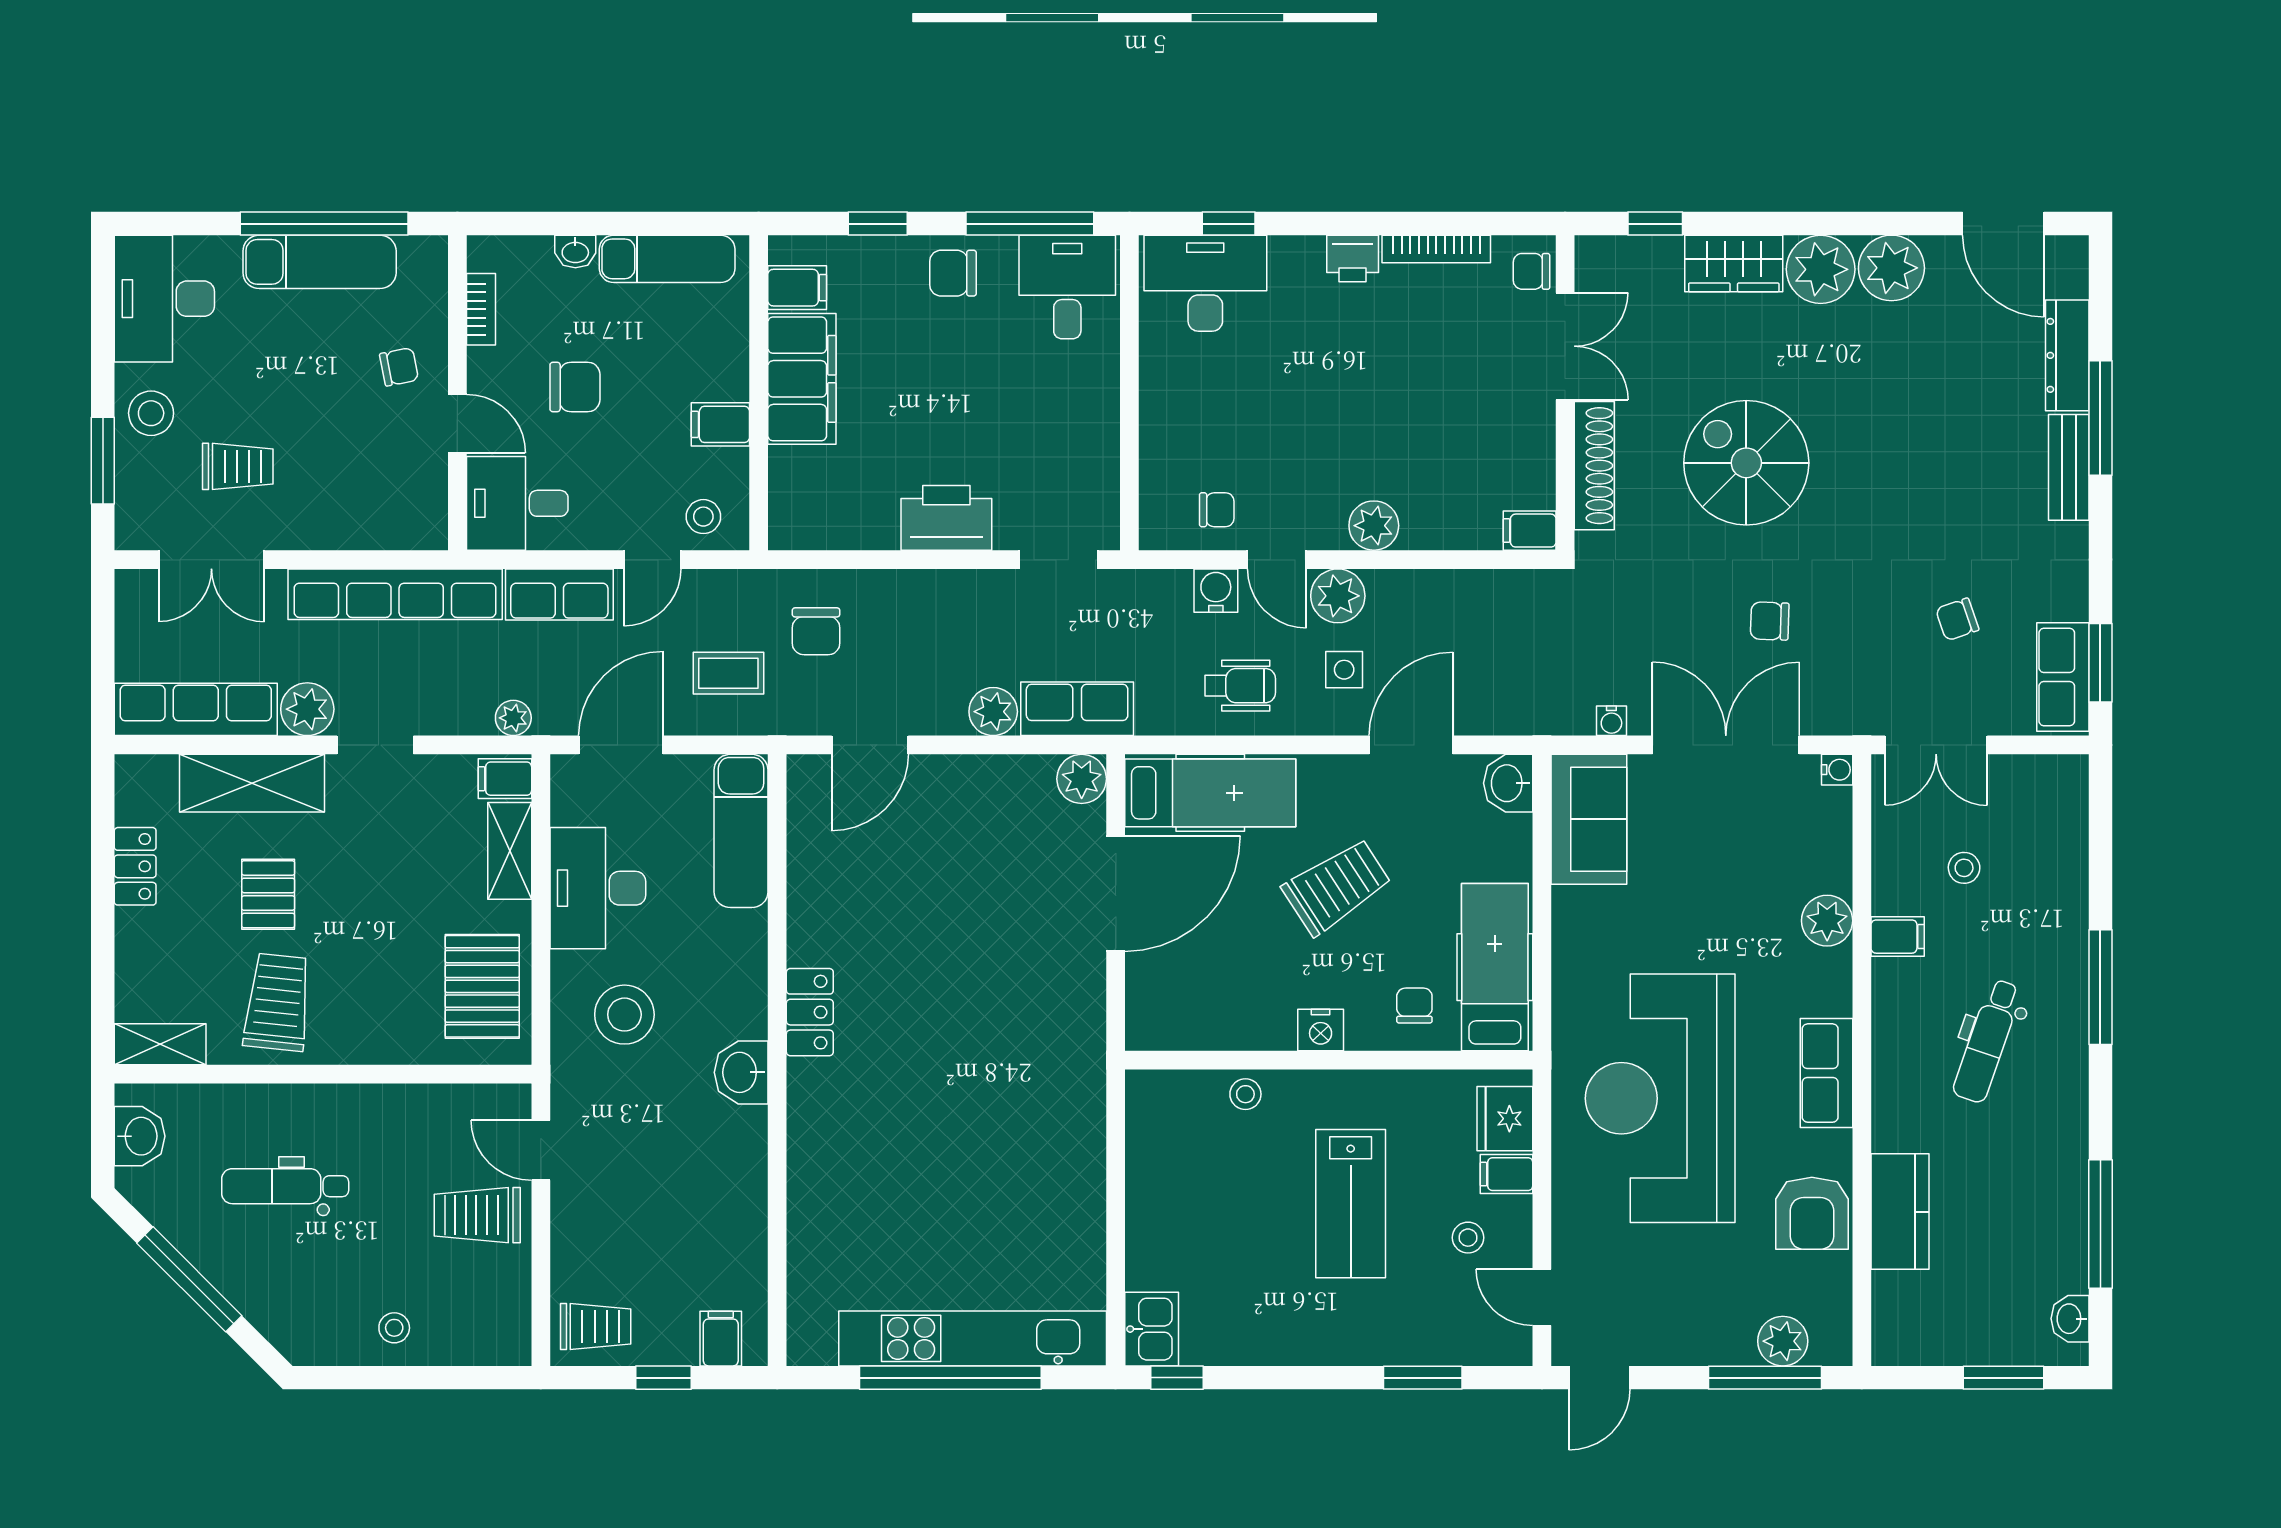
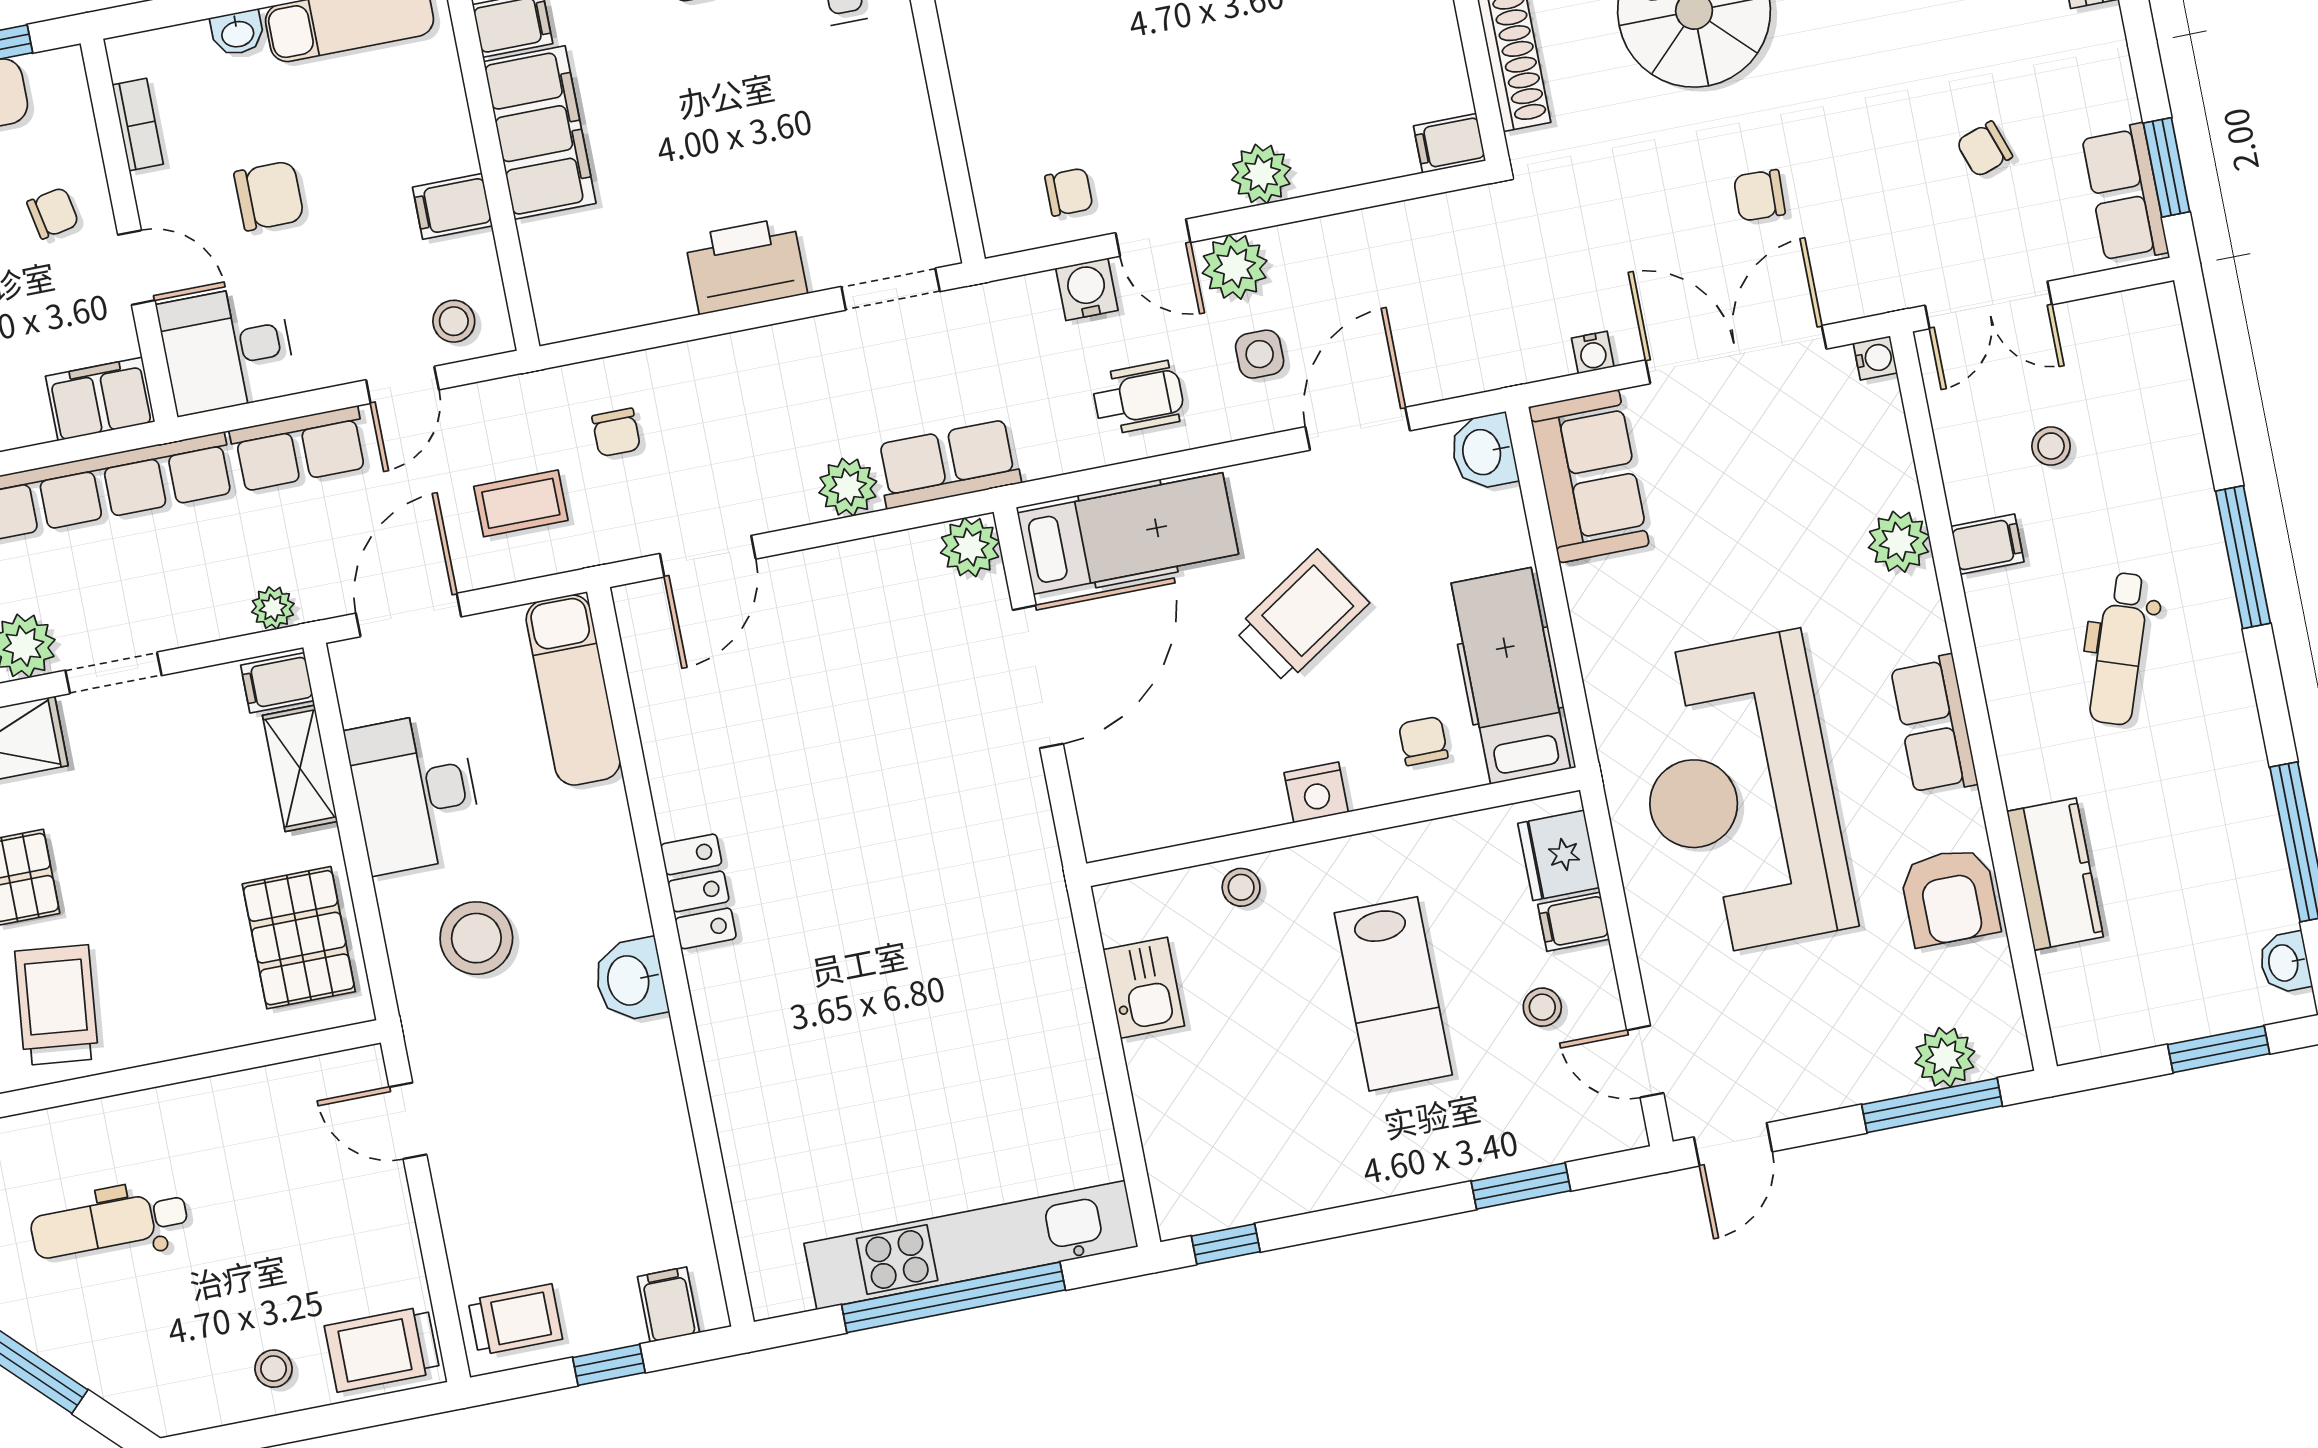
filing cabinet: (408, 523) -> (100, 399), added
chair: (816, 631) -> (616, 432), width x0.73, depth x0.73
trolley: (477, 1215) -> (382, 1349), moved
kitchen sink: (1152, 1329) -> (1144, 988), moved

